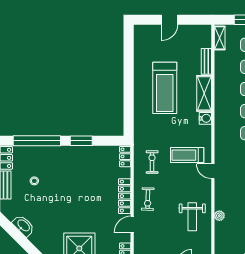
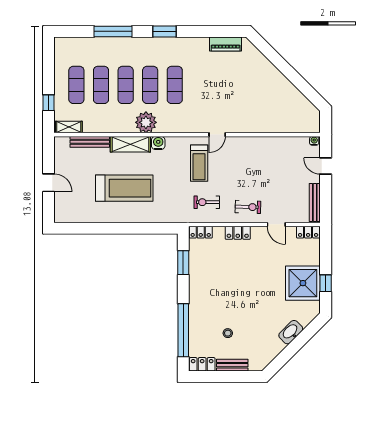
bench: (206, 61) -> (90, 142), width x1.36
window: (81, 141) -> (183, 263), moved
locker: (125, 196) -> (238, 233), width x0.66
plant: (219, 216) -> (146, 122), moved, width x1.88, depth x1.88
weight bench: (192, 217) -> (268, 157), removed
washbasin: (23, 226) -> (291, 332), moved

